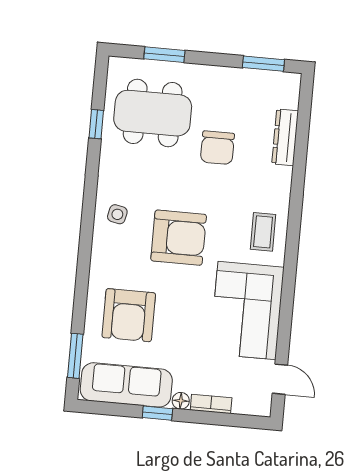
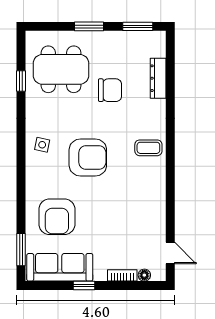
window: (164, 55) -> (89, 26), moved
chair: (217, 148) -> (110, 90), turned -90
coffee table: (263, 232) -> (148, 148), turned 90
corner sofa: (247, 310) -> (142, 206), removed
floor lamp: (181, 401) -> (144, 275), moved

